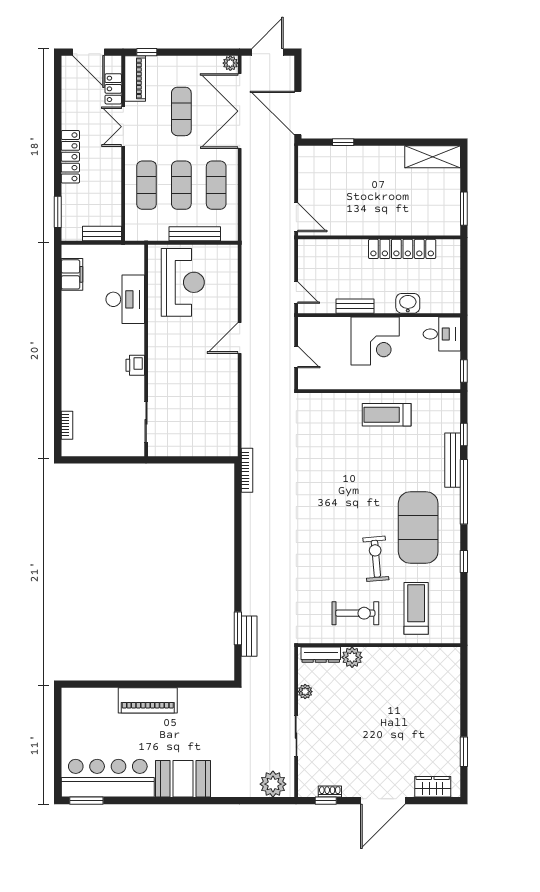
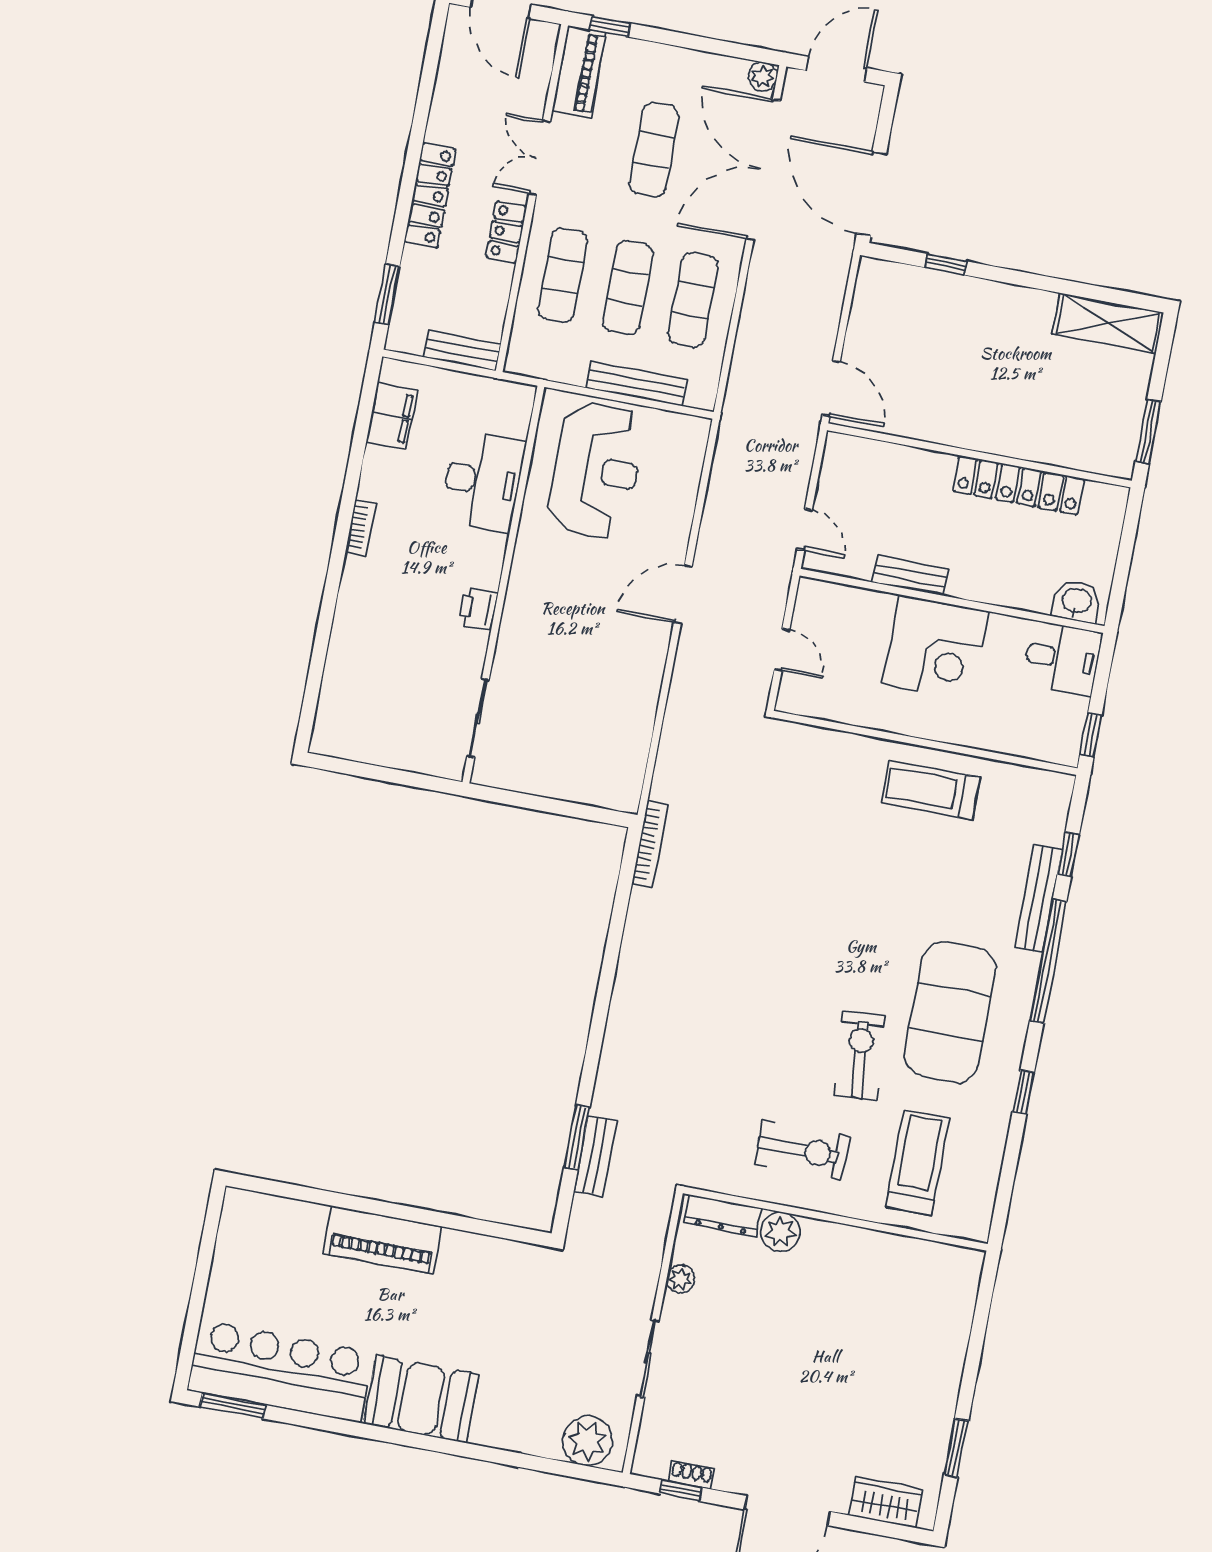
locker: (113, 89) -> (506, 232), moved
washbasin: (408, 303) -> (1077, 602), moved
bookcase: (67, 425) -> (361, 528), moved

